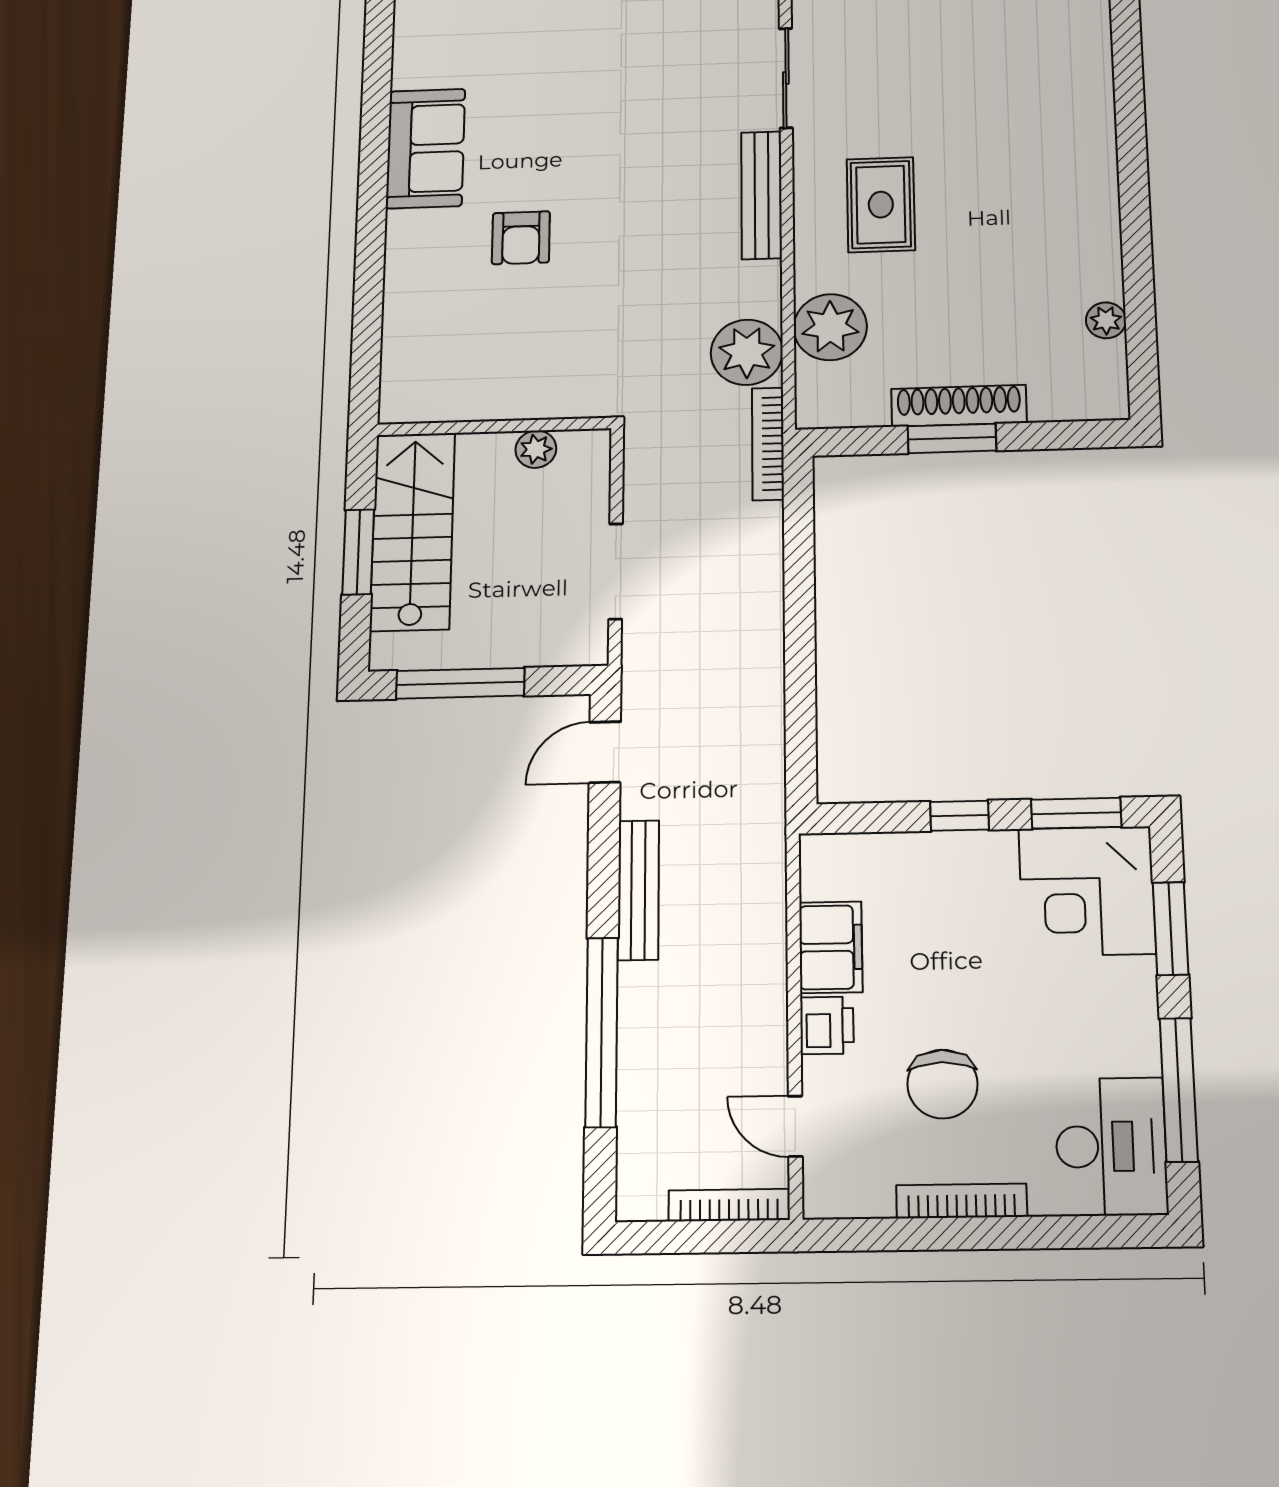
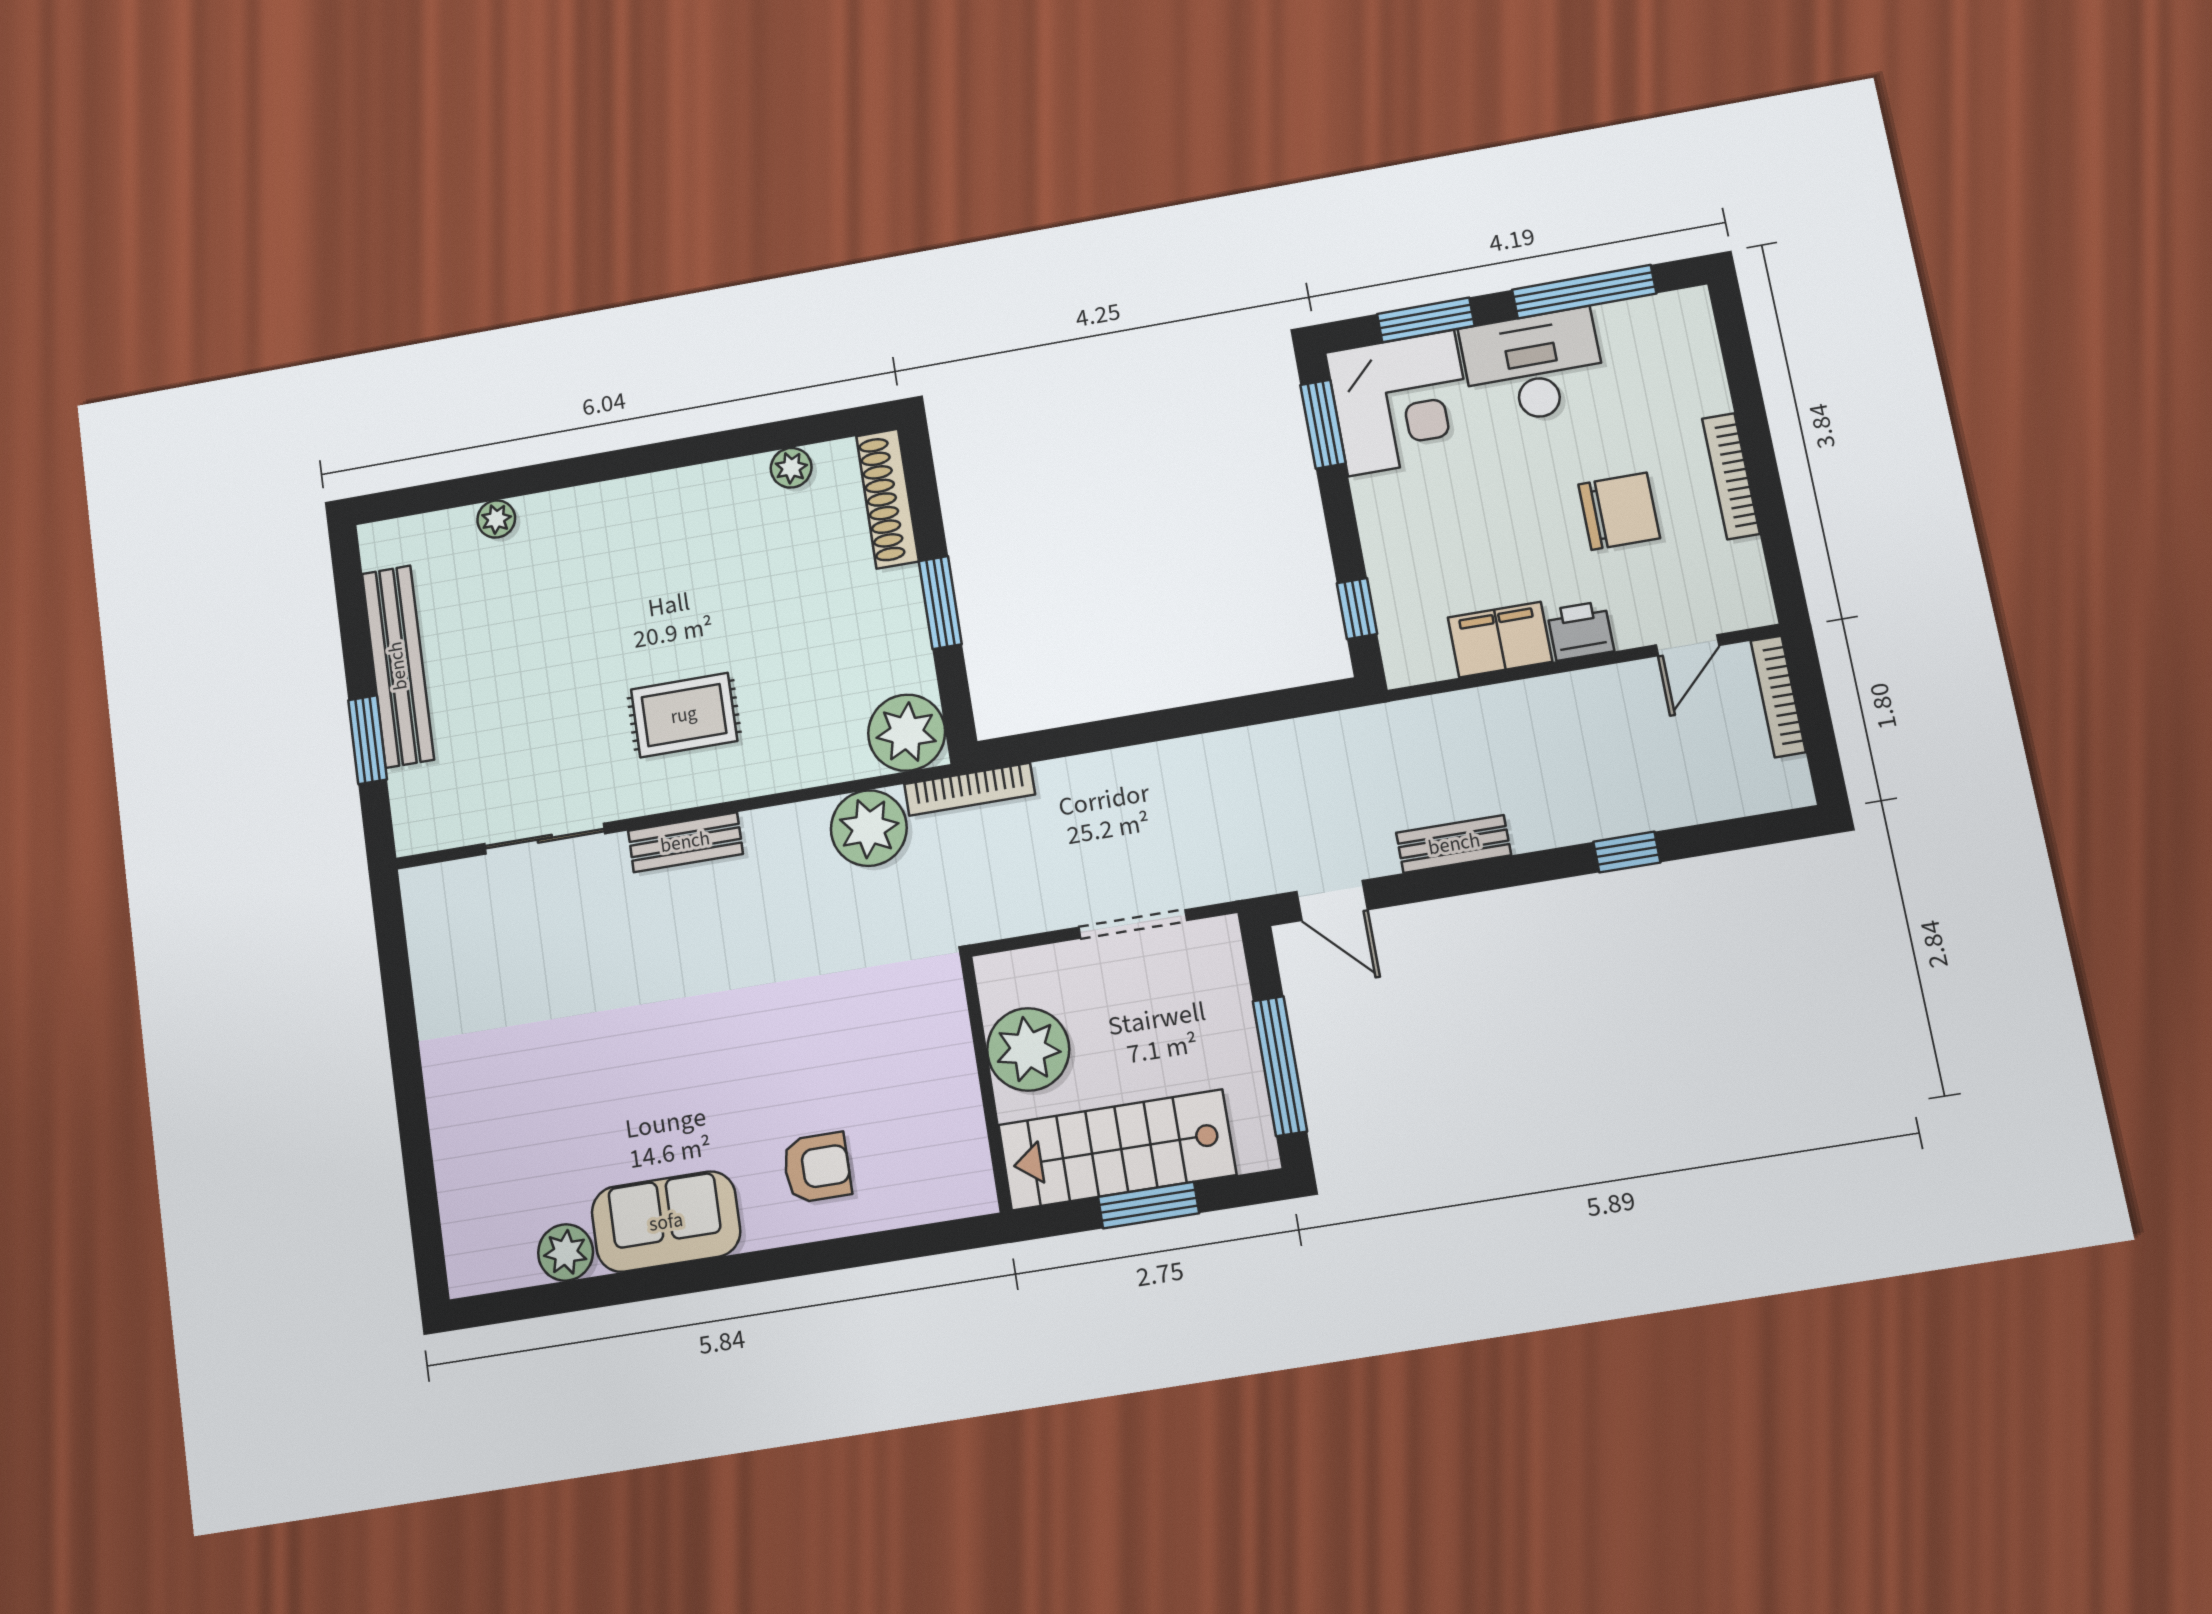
plant: (1095, 61) -> (496, 519), added
plant: (416, 66) -> (566, 1252), added
bench: (762, 195) -> (685, 842), width x0.73
armchair: (521, 238) -> (817, 1168), moved
plant: (830, 327) -> (907, 733), moved
shoe rack: (959, 406) -> (887, 499), moved
plant: (536, 449) -> (1028, 1049), width x1.87, depth x1.87
window: (960, 816) -> (1357, 609), moved
bench: (638, 890) -> (1454, 844), width x0.73
window: (602, 1032) -> (1627, 852), width x0.32
desk: (1111, 1146) -> (1533, 367), moved

